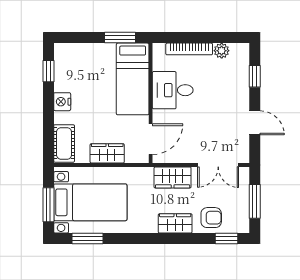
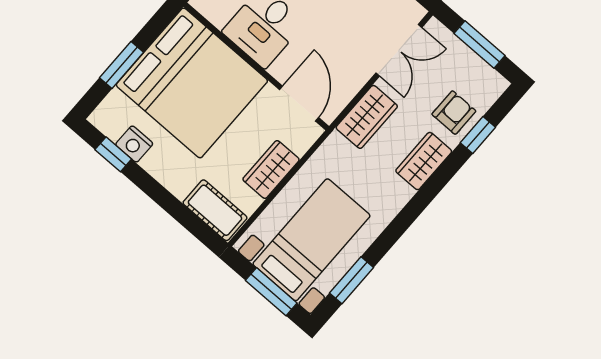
window: (120, 38) -> (122, 65), moved
bed: (133, 79) -> (192, 83), width x2.04
nightstand: (62, 102) -> (134, 144), moved
window: (226, 239) -> (478, 135), moved

